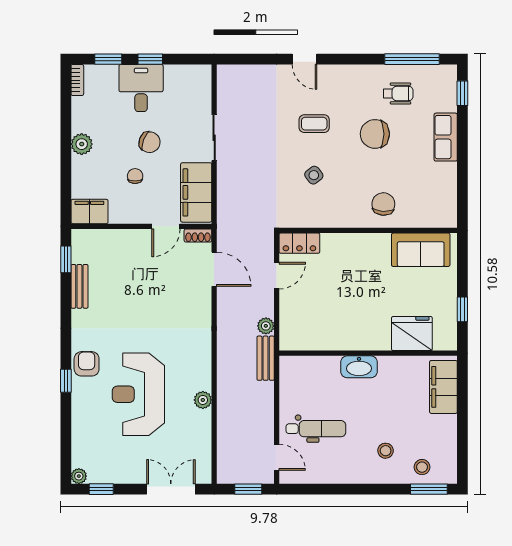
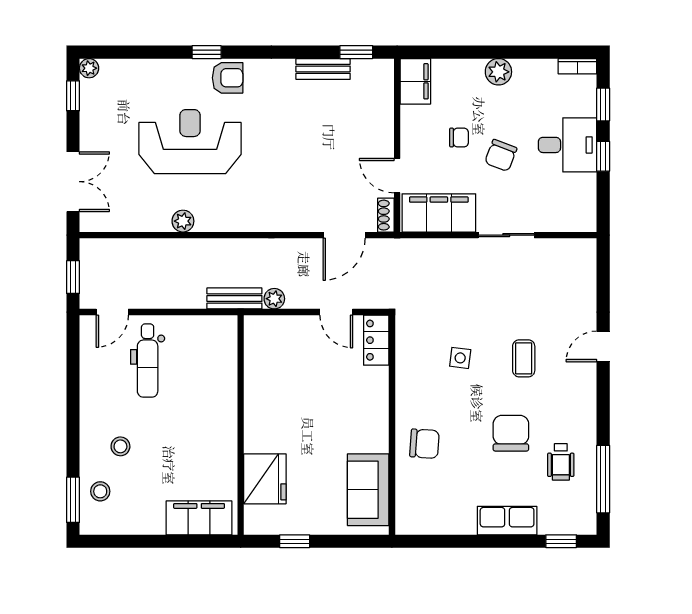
side table: (314, 175) -> (460, 358), turned 45
washbasin: (359, 367) -> (224, 414), removed

